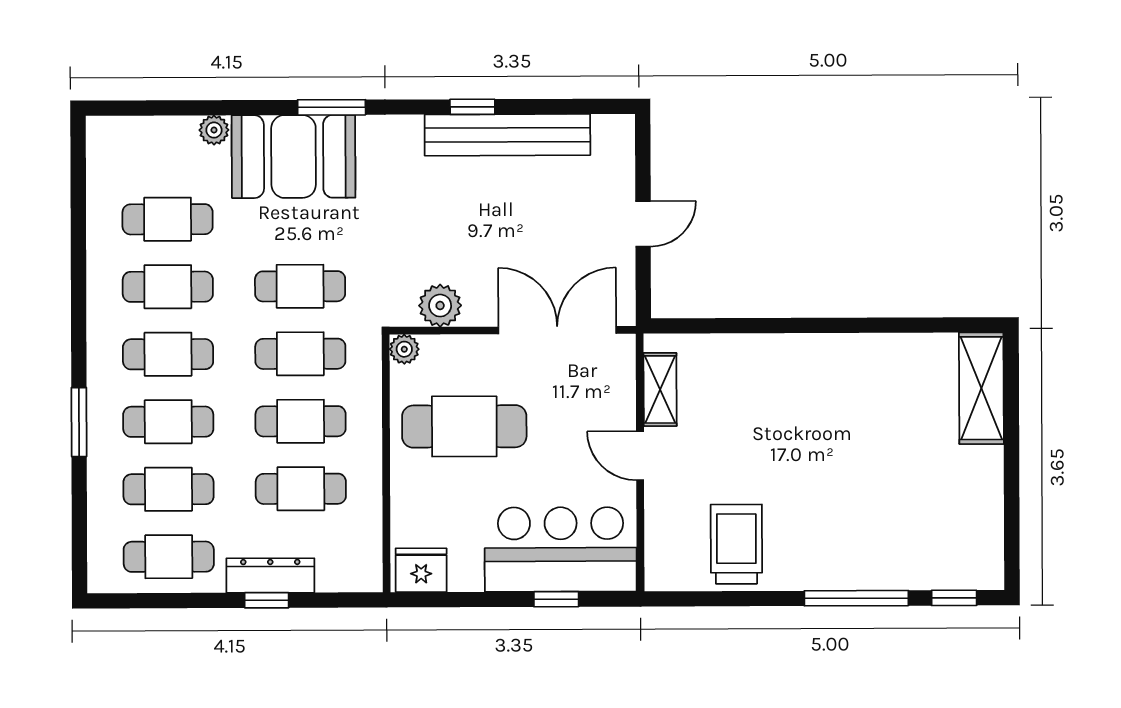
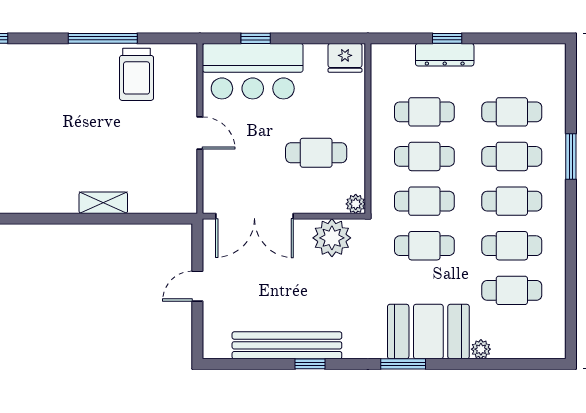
plant: (440, 306) -> (332, 238), width x1.36, depth x1.36
shelving: (660, 389) -> (103, 203), moved, turned 90
cafe table: (464, 426) -> (316, 153), width x0.73, depth x0.74
cafe table: (169, 557) -> (512, 67), removed
window: (856, 598) -> (103, 38), moved

